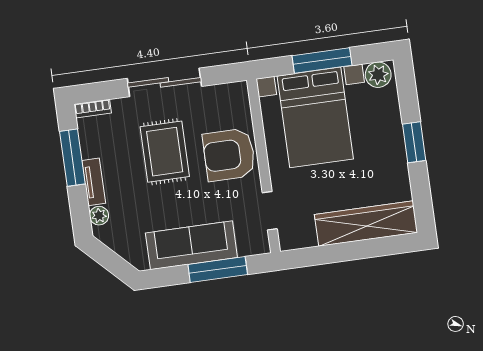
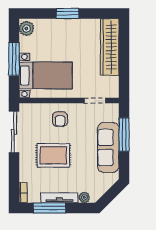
sliding door: (164, 82) -> (14, 132), moved
bed with nightstands: (315, 117) -> (46, 75), width x0.73
armchair: (229, 155) -> (60, 119), width x0.53, depth x0.53
tv unit: (94, 182) -> (59, 198), width x1.41

